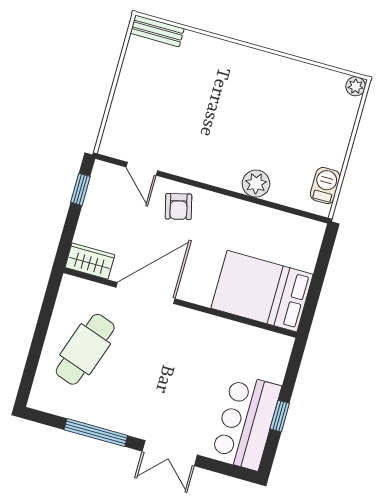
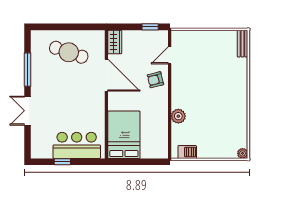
bar counter: (246, 422) -> (77, 145), moved

